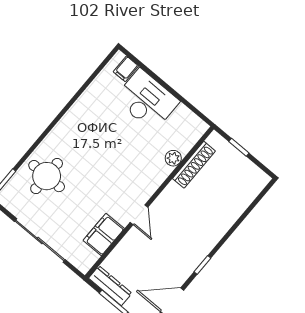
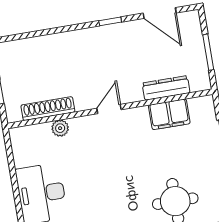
door: (139, 215) -> (109, 109), moved
dresser: (110, 286) -> (166, 88), moved, turned 90

